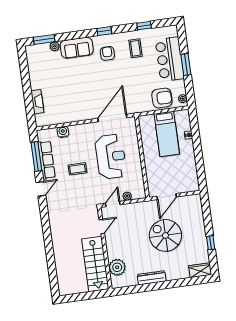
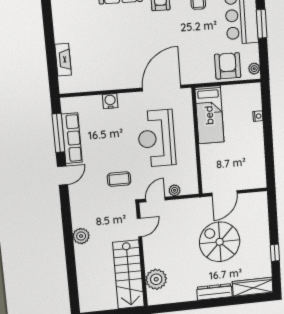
armchair: (162, 98) -> (228, 66), turned -90
water cooler: (63, 132) -> (110, 101), moved
bed: (167, 134) -> (209, 115), moved
reception desk: (111, 157) -> (157, 138), turned 180
coffee table: (77, 169) -> (119, 179), moved
plant: (57, 235) -> (81, 236), added
wardrobe: (200, 270) -> (253, 287), width x1.50
dresser: (152, 278) -> (215, 292), moved

